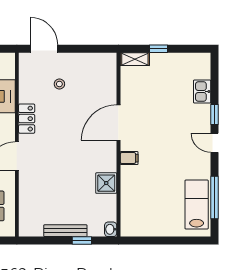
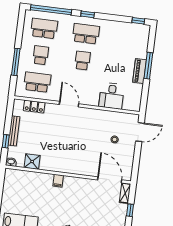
locker: (27, 119) -> (34, 107), moved
door: (118, 123) -> (110, 180), moved
shower: (106, 183) -> (32, 162), moved

